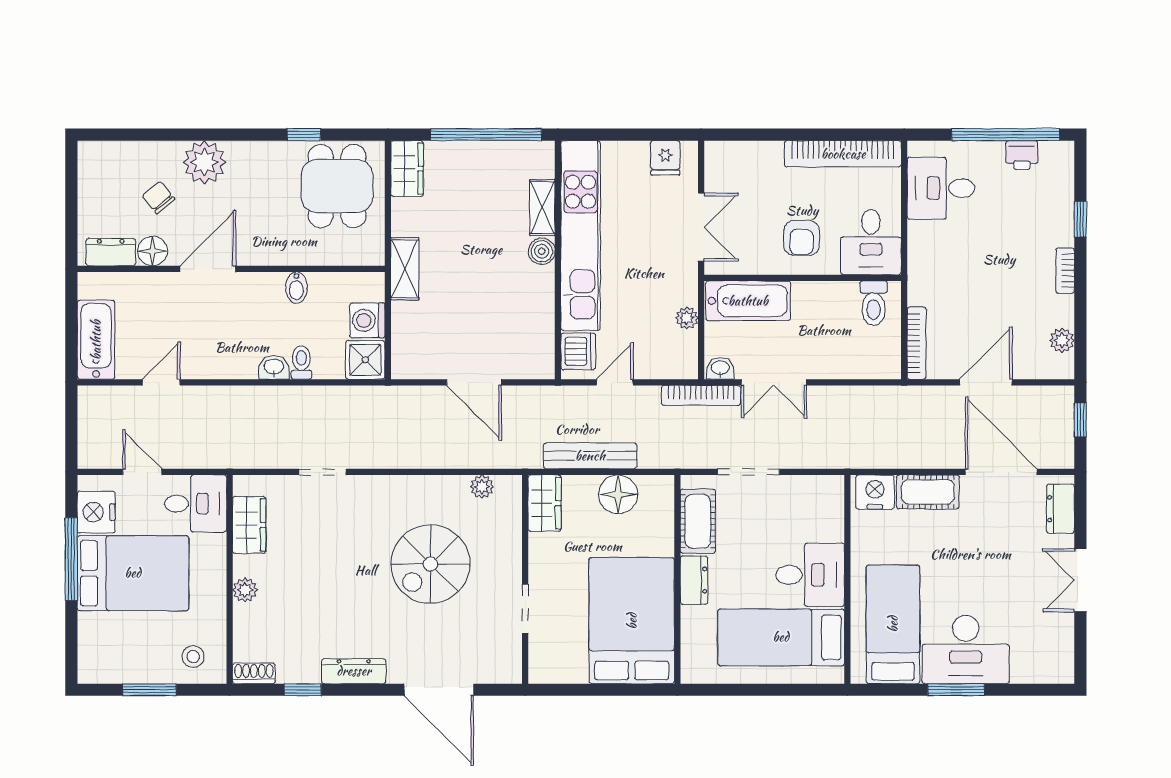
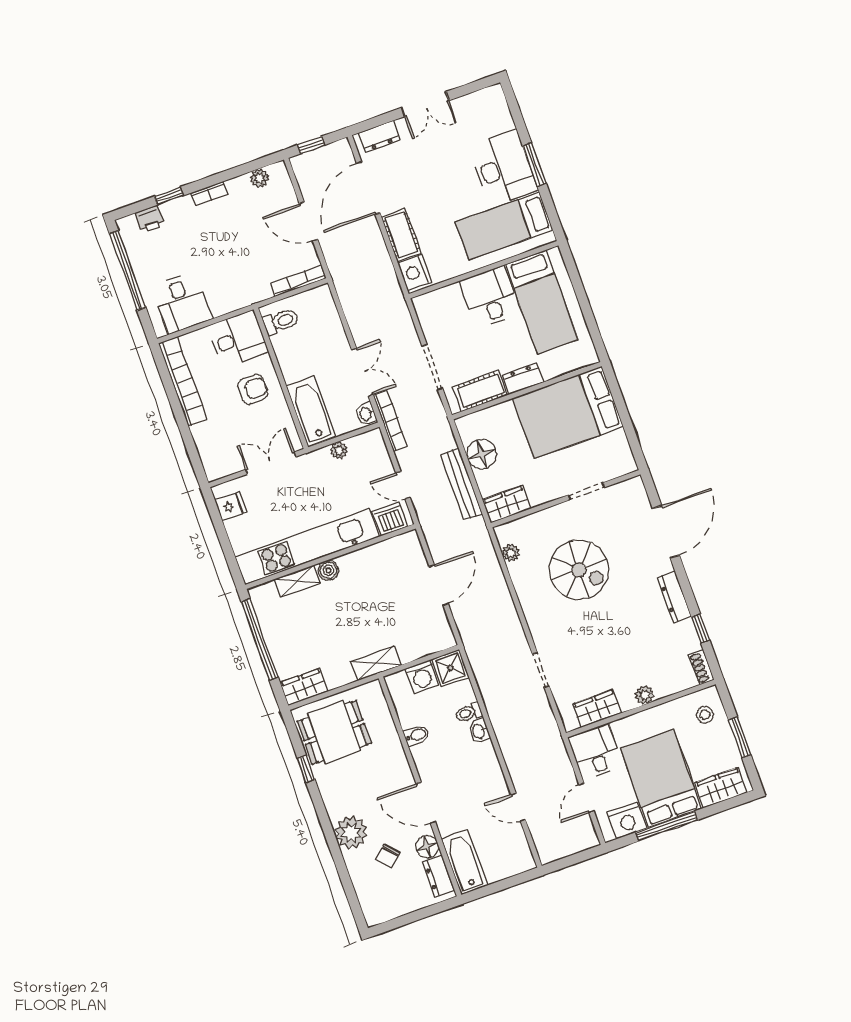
printer: (1022, 155) -> (150, 219), moved, turned 90
bathtub: (96, 340) -> (464, 862), moved, turned 90
wardrobe: (95, 644) -> (721, 788), added

